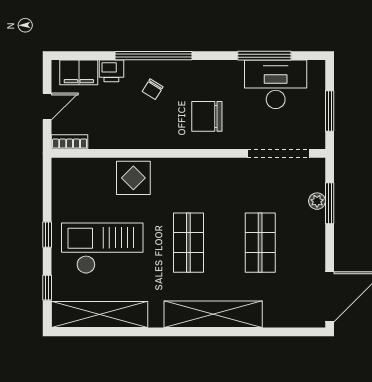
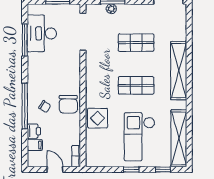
filing cabinet: (79, 72) -> (35, 145), width x0.50
chair: (207, 116) -> (68, 104), moved

